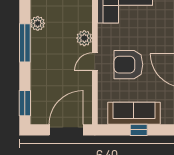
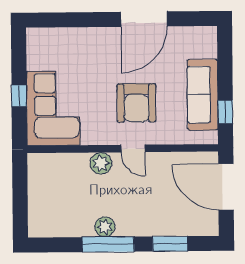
plant: (38, 23) -> (105, 227), moved
window: (25, 103) -> (170, 244), moved
window: (139, 130) -> (225, 112), moved

